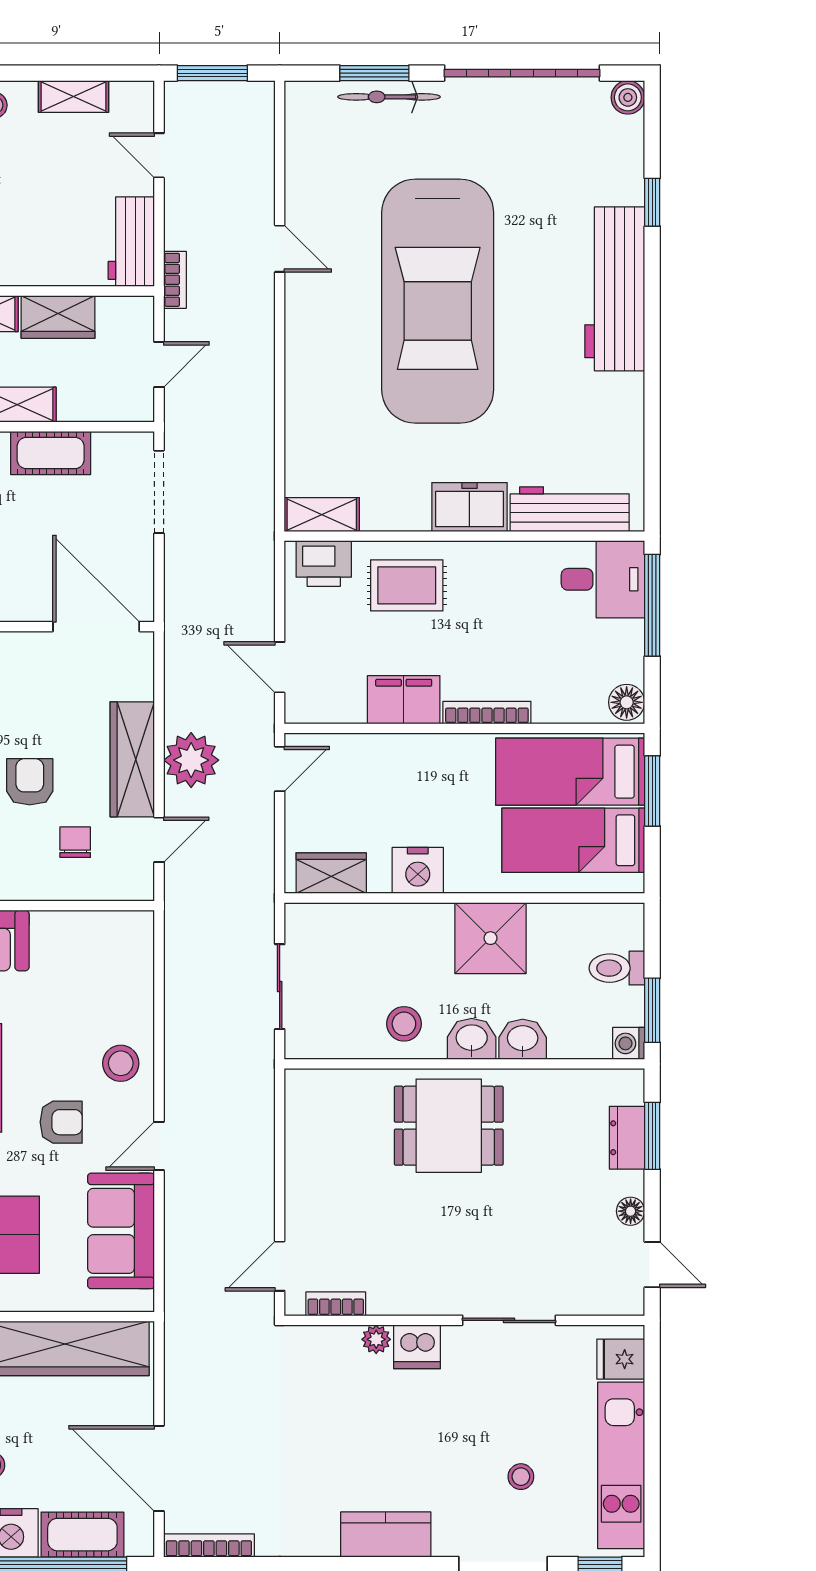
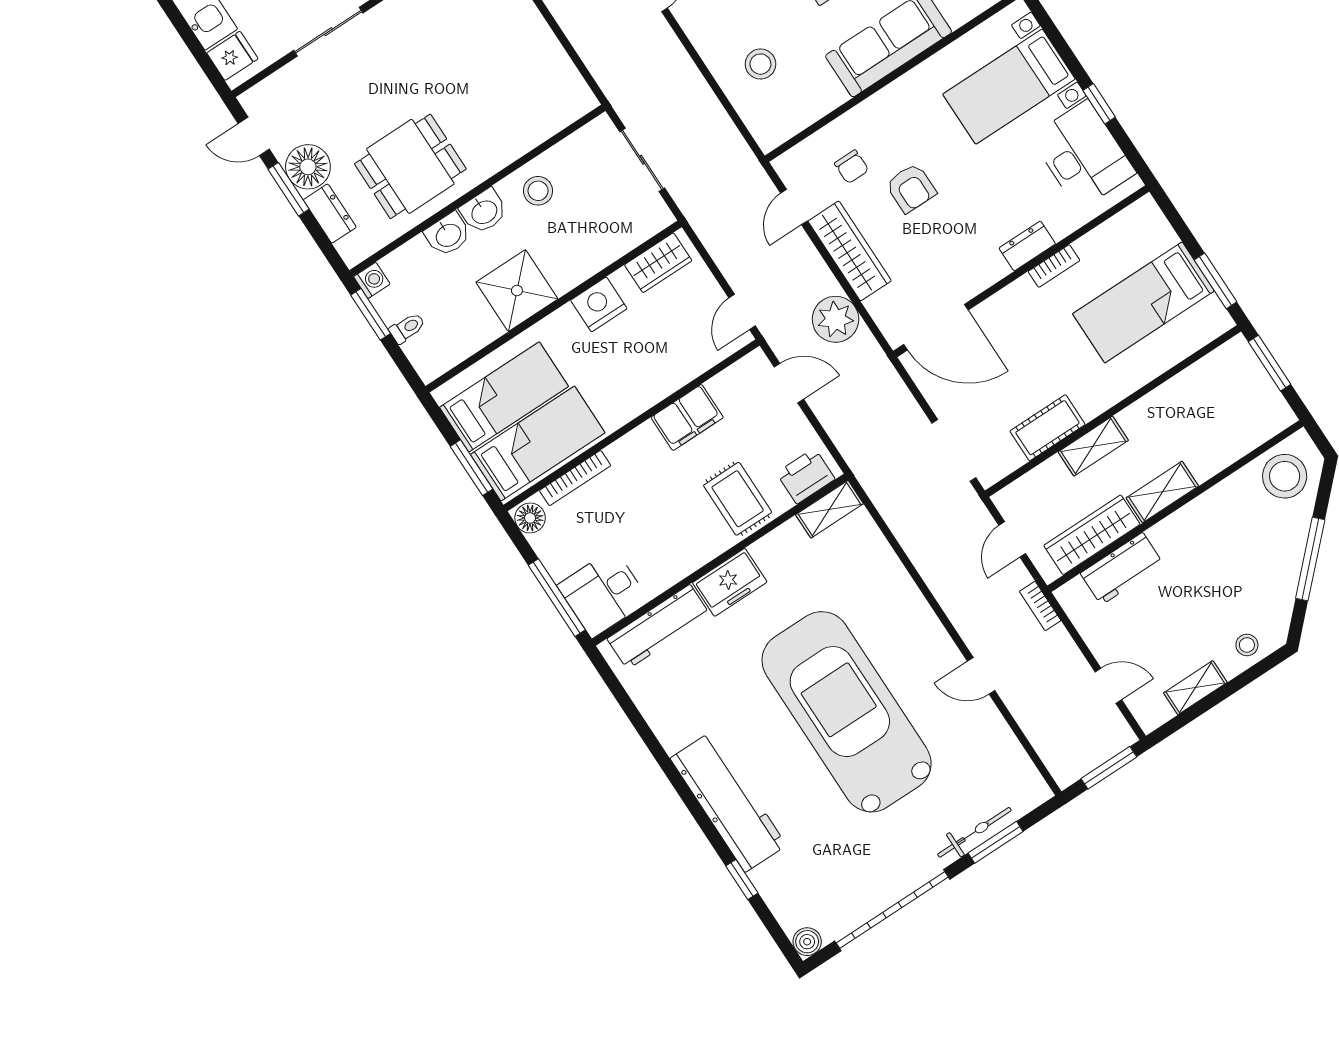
workbench: (131, 242) -> (1122, 569), moved, turned 90
wardrobe: (58, 317) -> (1092, 535), width x1.50
rug: (407, 585) -> (738, 499), turned 90
bookcase: (487, 713) -> (575, 478), moved
plant: (191, 760) -> (836, 319), moved
toilet: (617, 968) -> (407, 328), width x0.73, depth x0.72
stool: (121, 1063) -> (760, 64), moved
dining table: (449, 1126) -> (410, 166), moved
window: (652, 1136) -> (288, 189), moved
floor lamp: (631, 1211) -> (308, 167), width x1.89, depth x1.89

